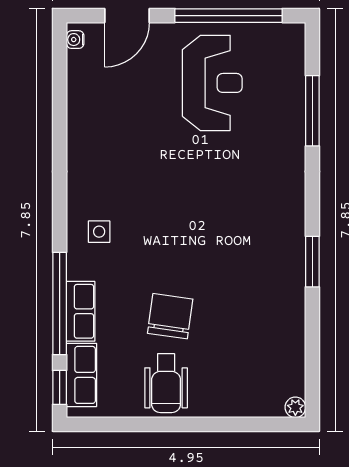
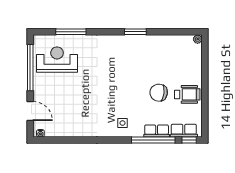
reception desk: (212, 83) -> (57, 60), moved

